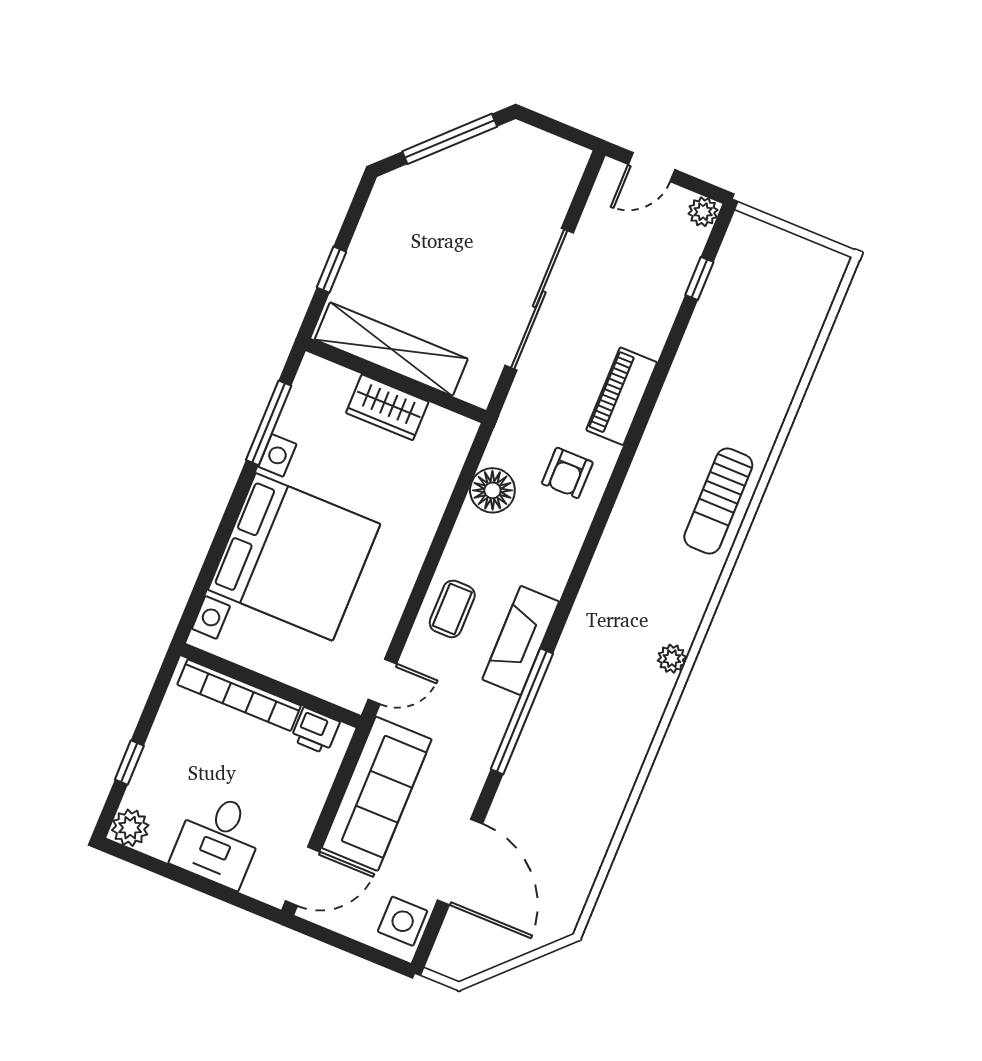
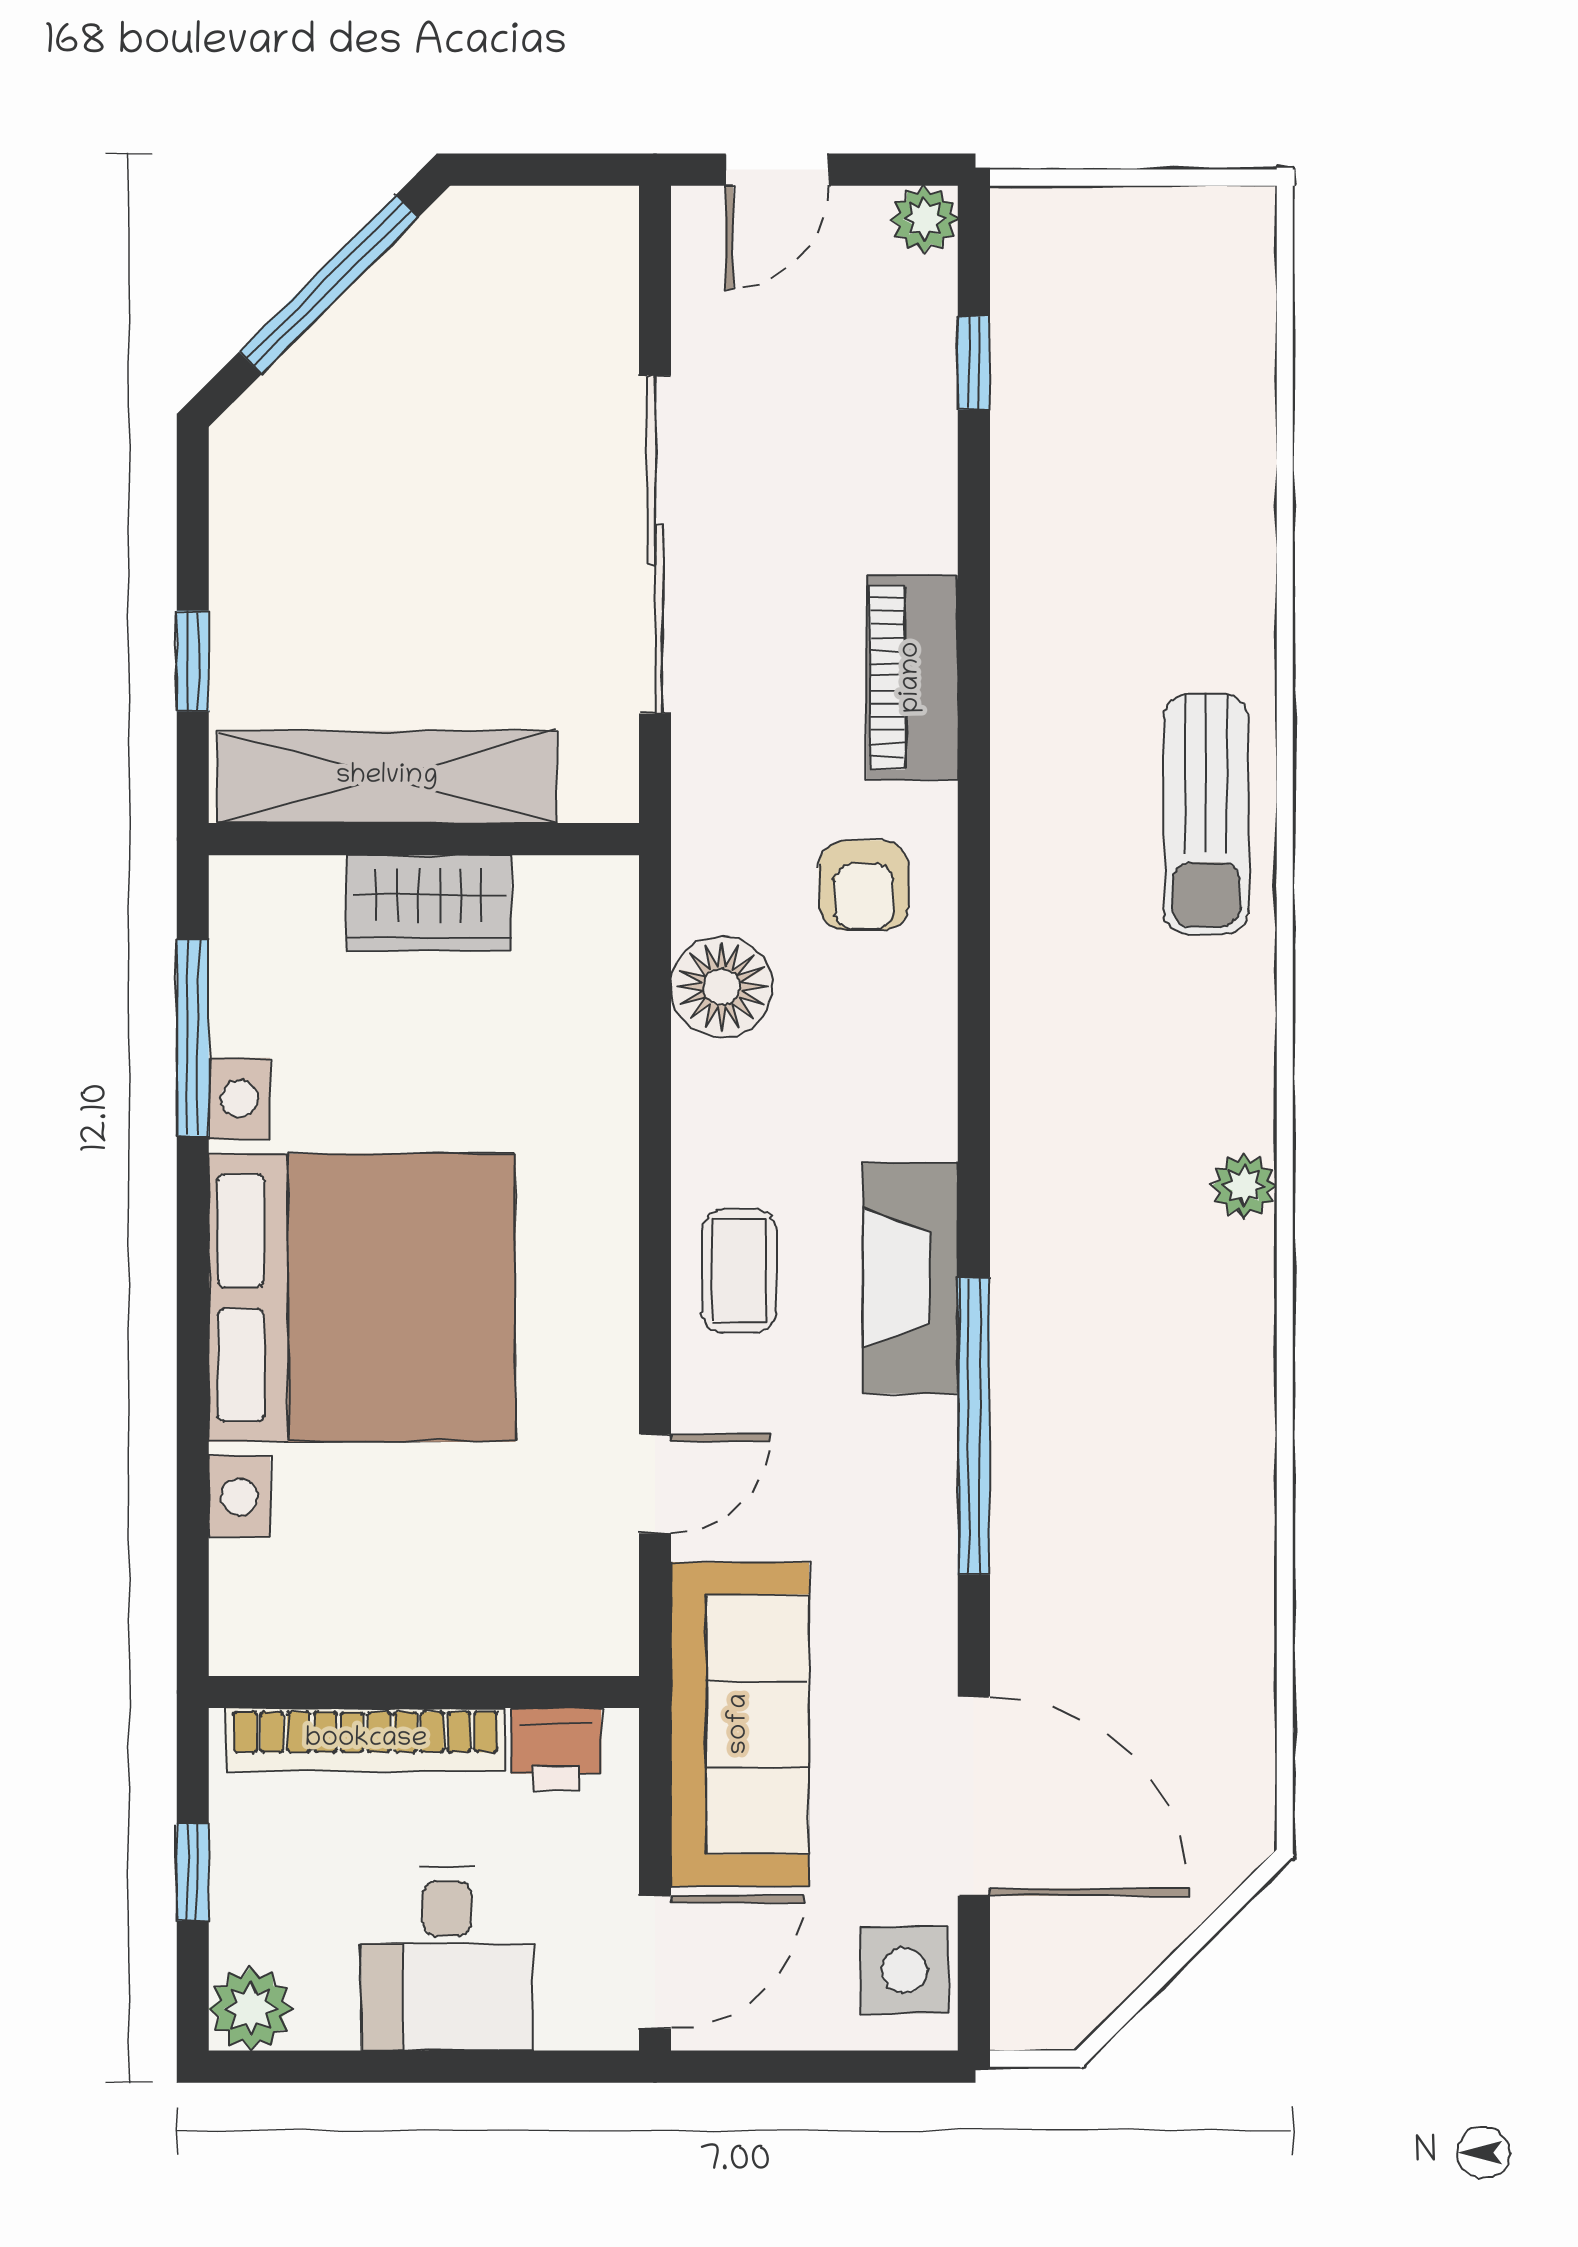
wall: (271, 686) -> (424, 1692), moved
bookcase: (239, 695) -> (366, 1740), moved
printer: (315, 731) -> (556, 1749), moved

